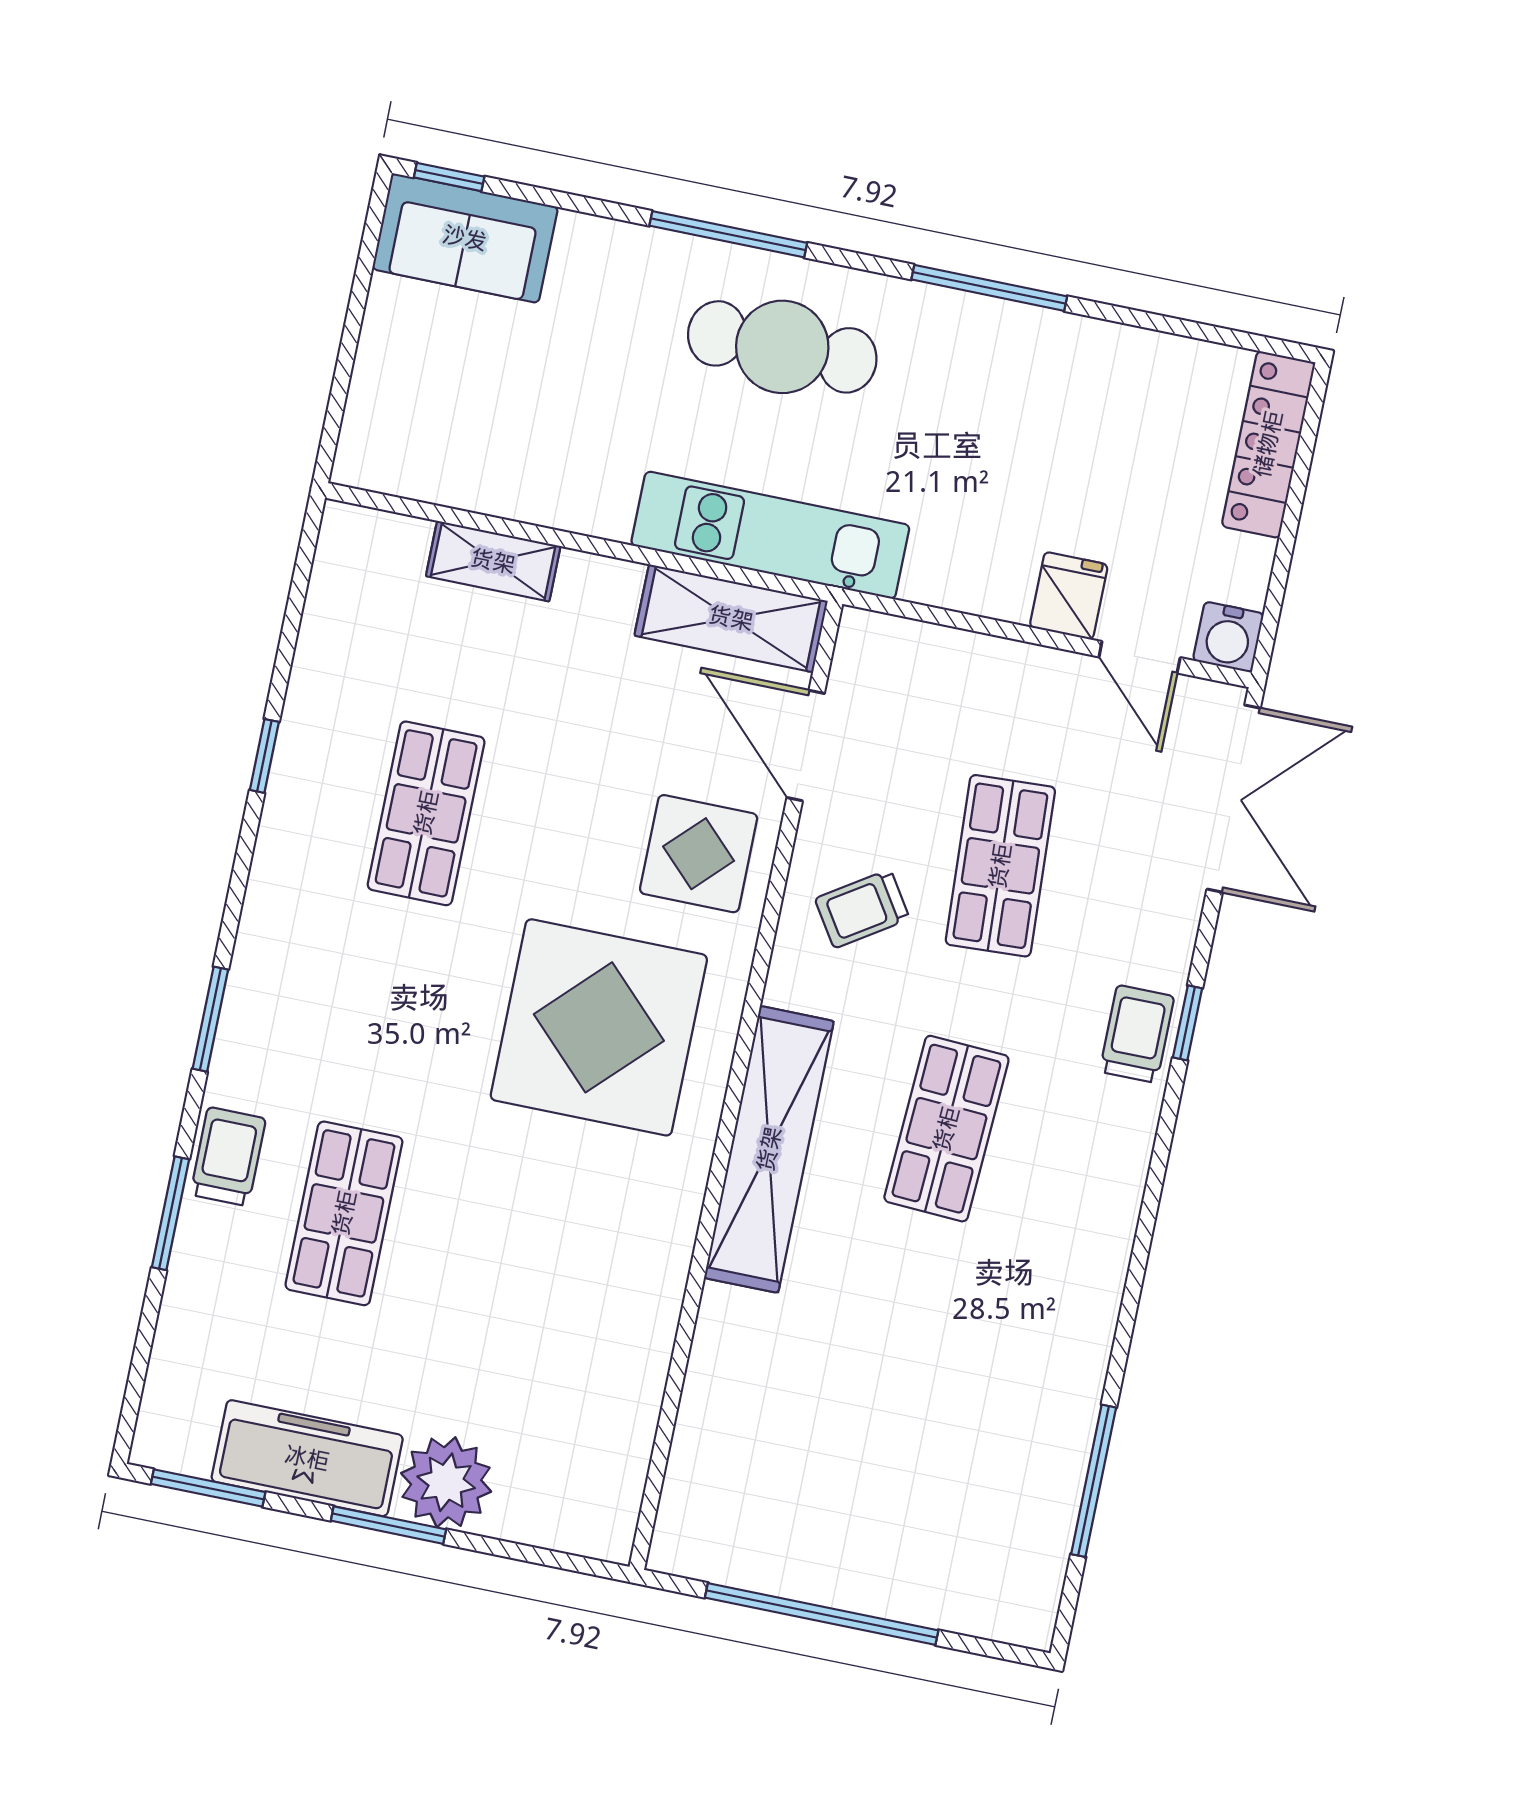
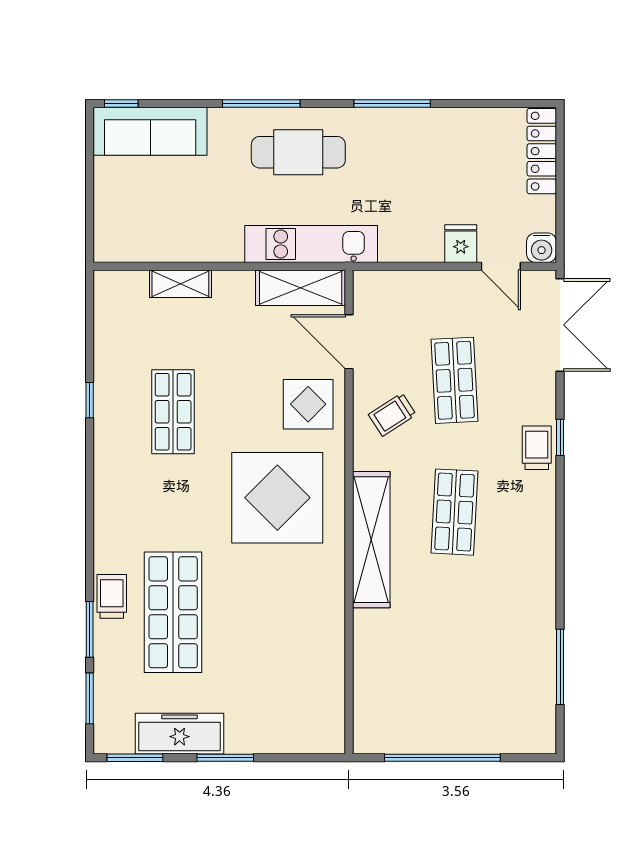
sofa: (465, 238) -> (150, 131), width x1.36
window: (210, 1019) -> (90, 698), moved
shop shelf: (344, 1213) -> (173, 612), width x1.43, depth x1.36
plant: (446, 1482) -> (249, 732), removed

